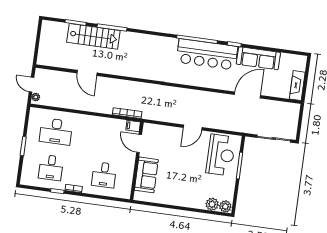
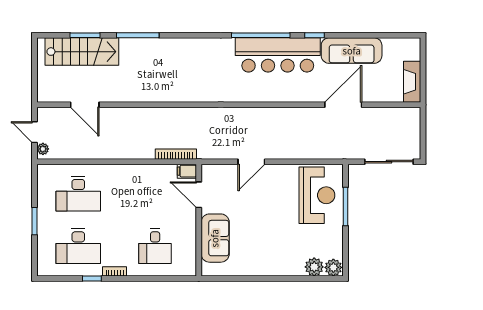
stairs: (93, 36) -> (82, 52), moved
door: (87, 73) -> (85, 105), moved
door: (193, 127) -> (251, 162), moved
desk: (51, 168) -> (78, 246), width x1.37

